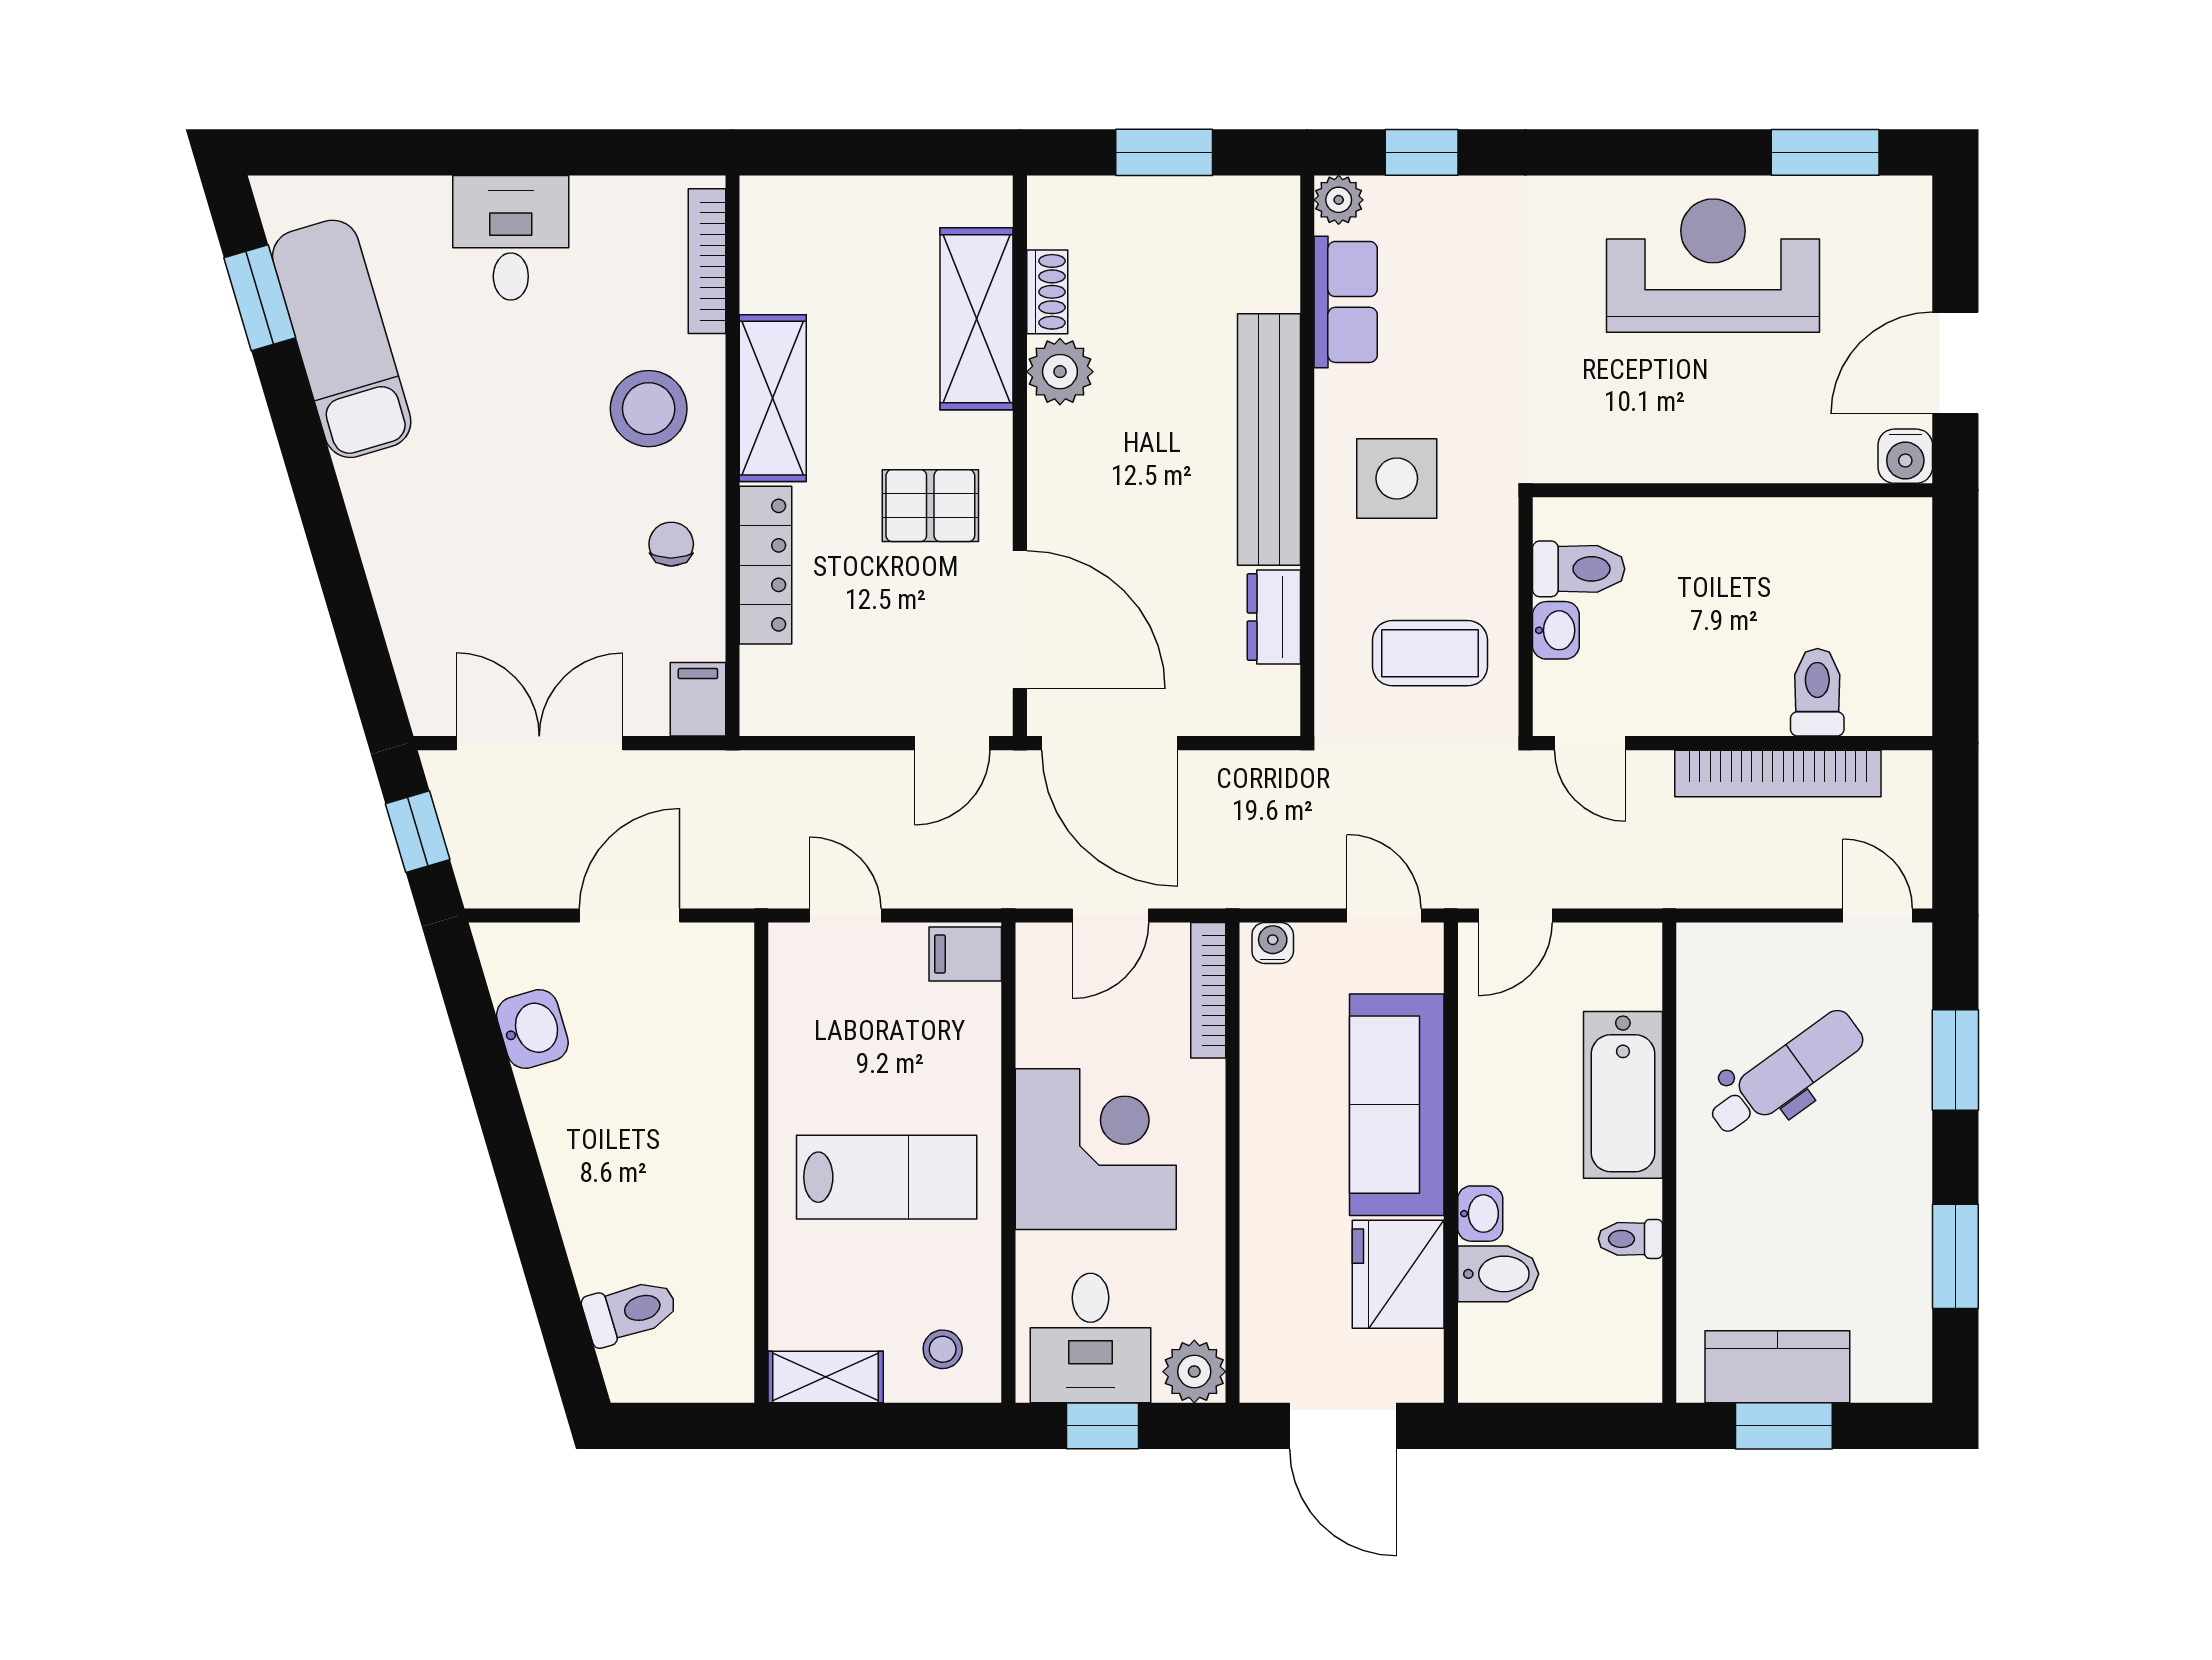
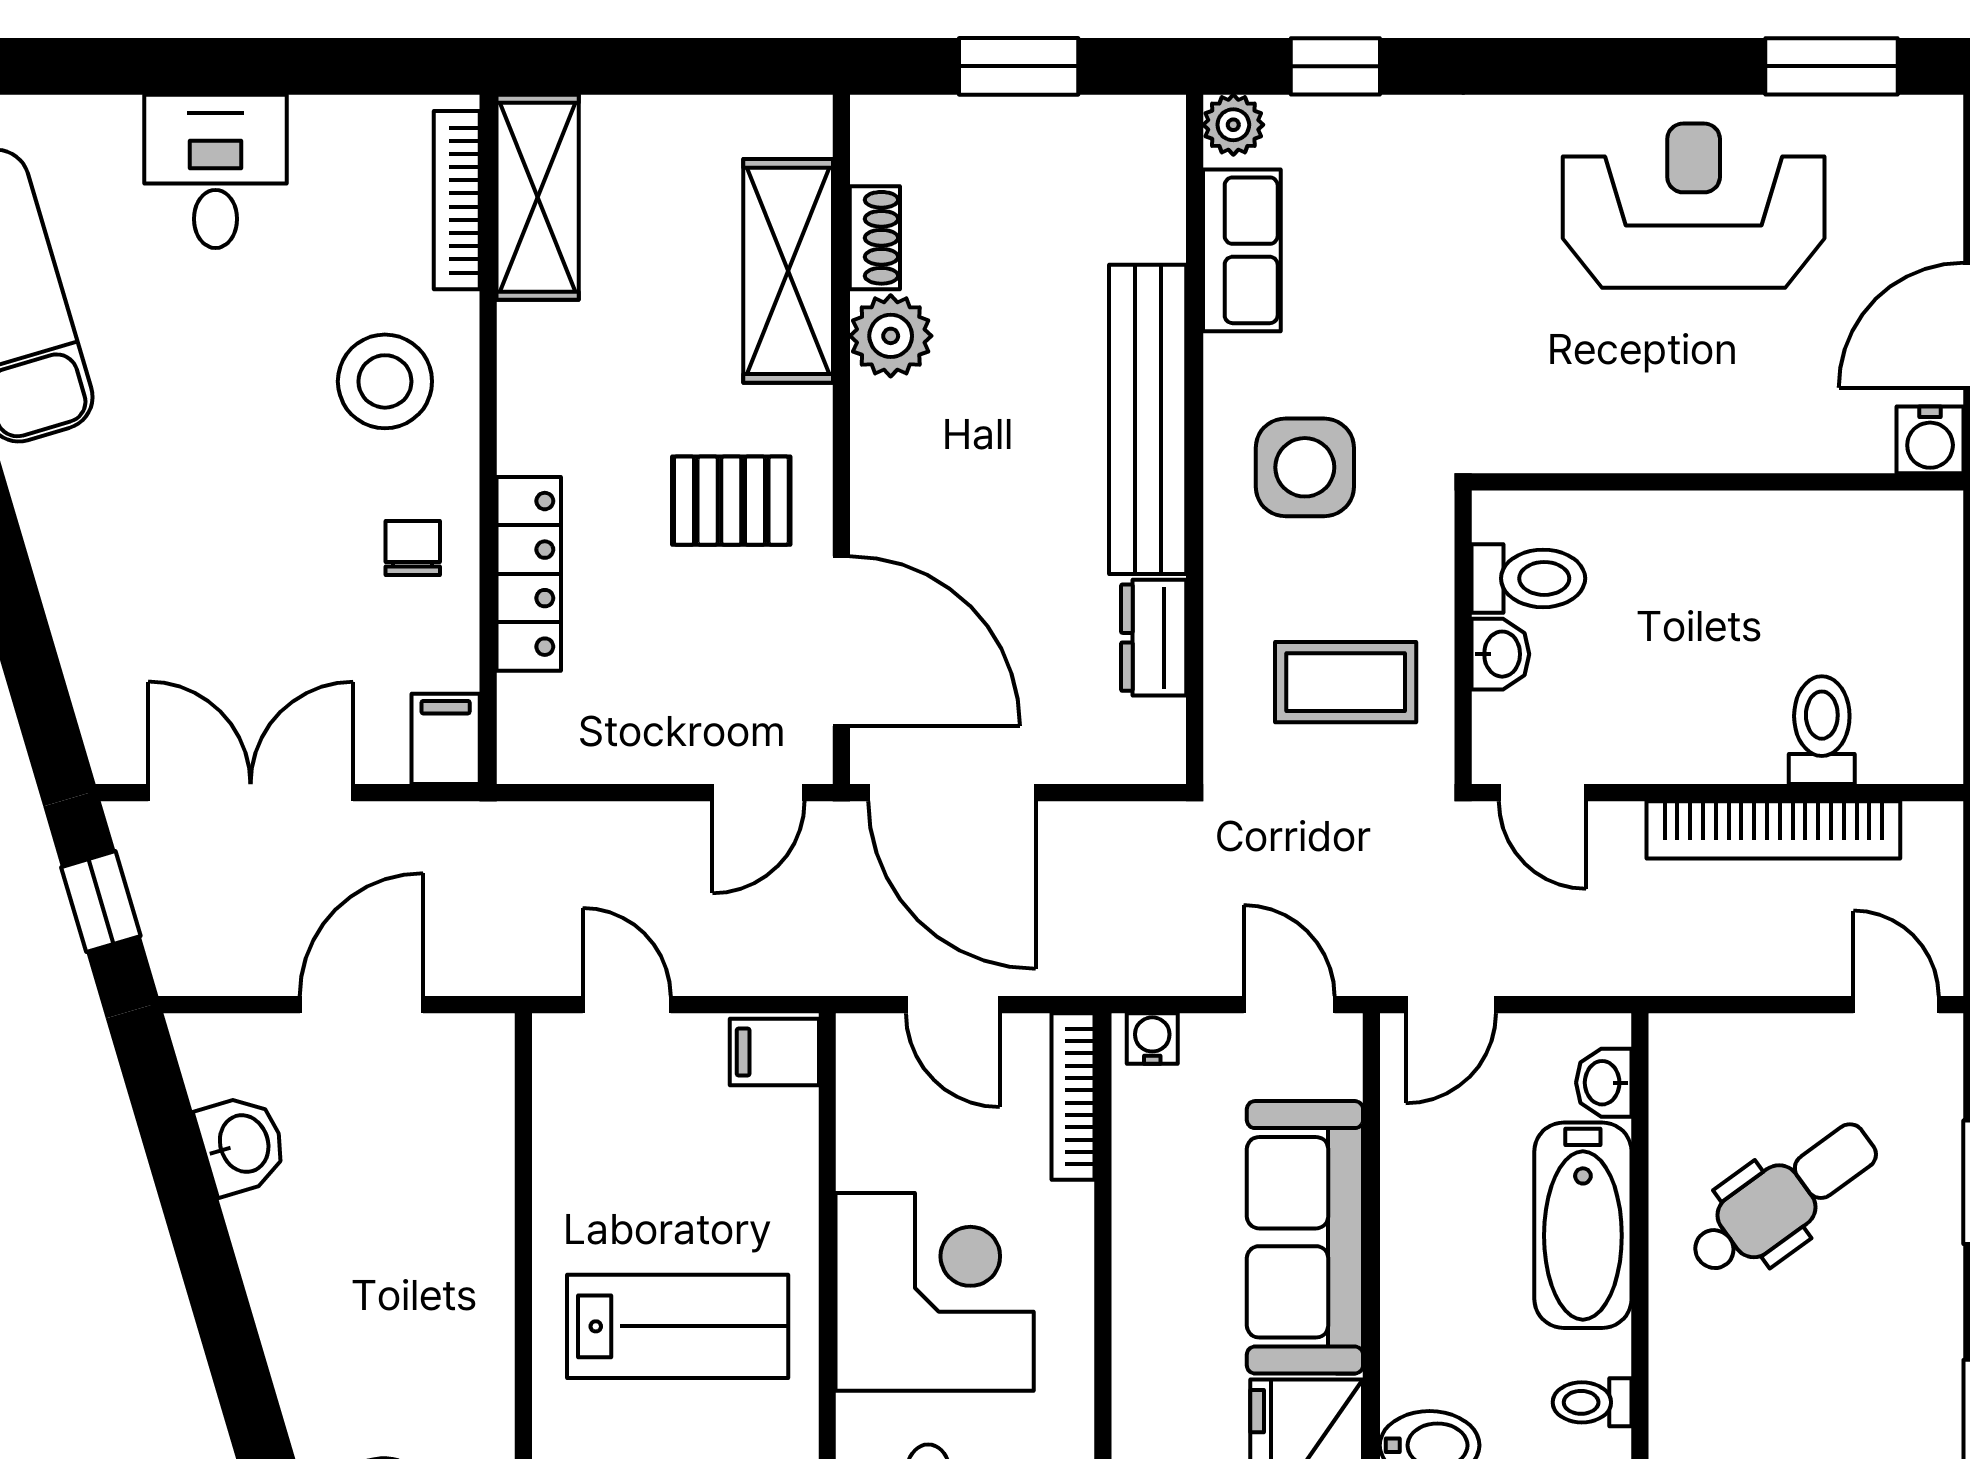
shelving: (773, 398) -> (538, 197), moved
door: (1110, 916) -> (953, 1005), hinge flipped
washbasin: (1480, 1214) -> (1604, 1083), moved, turned 180

